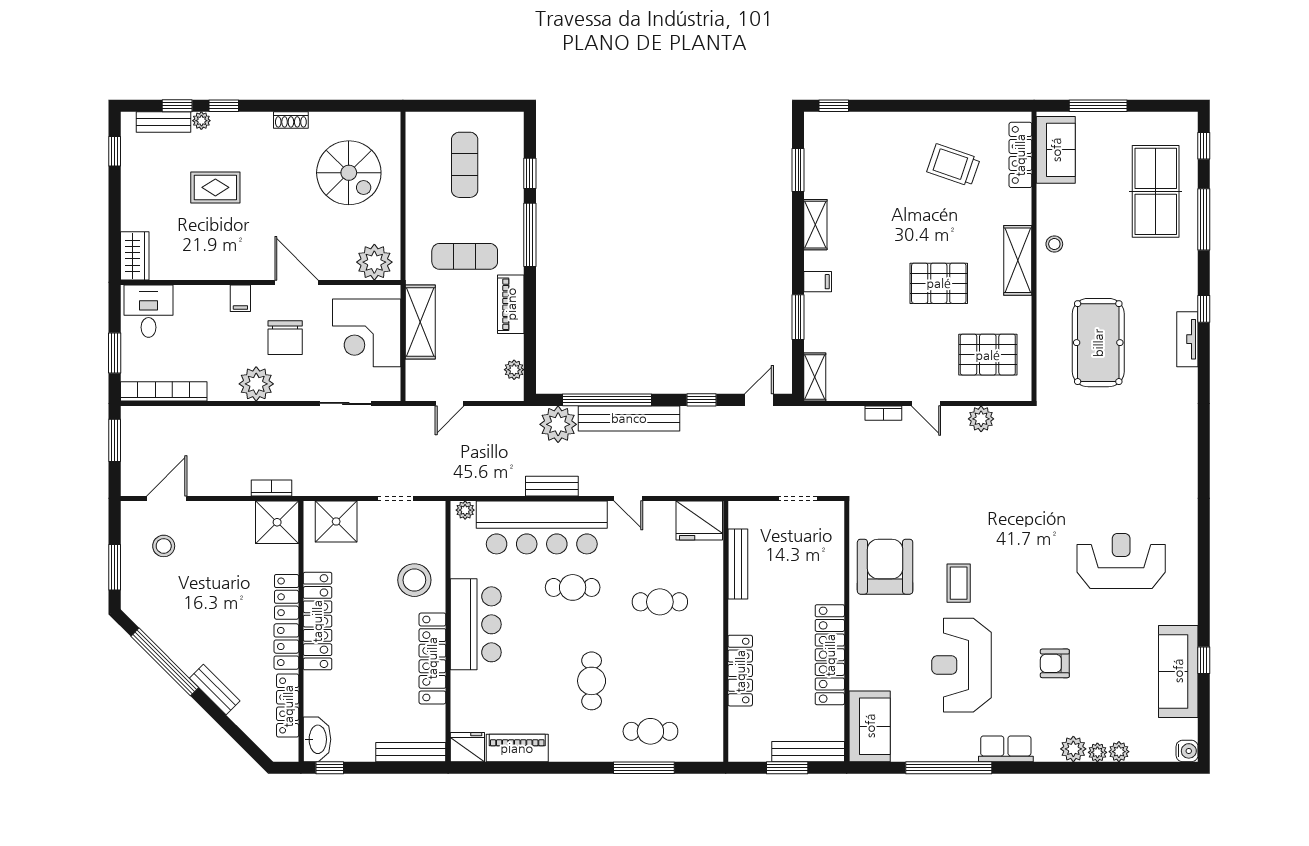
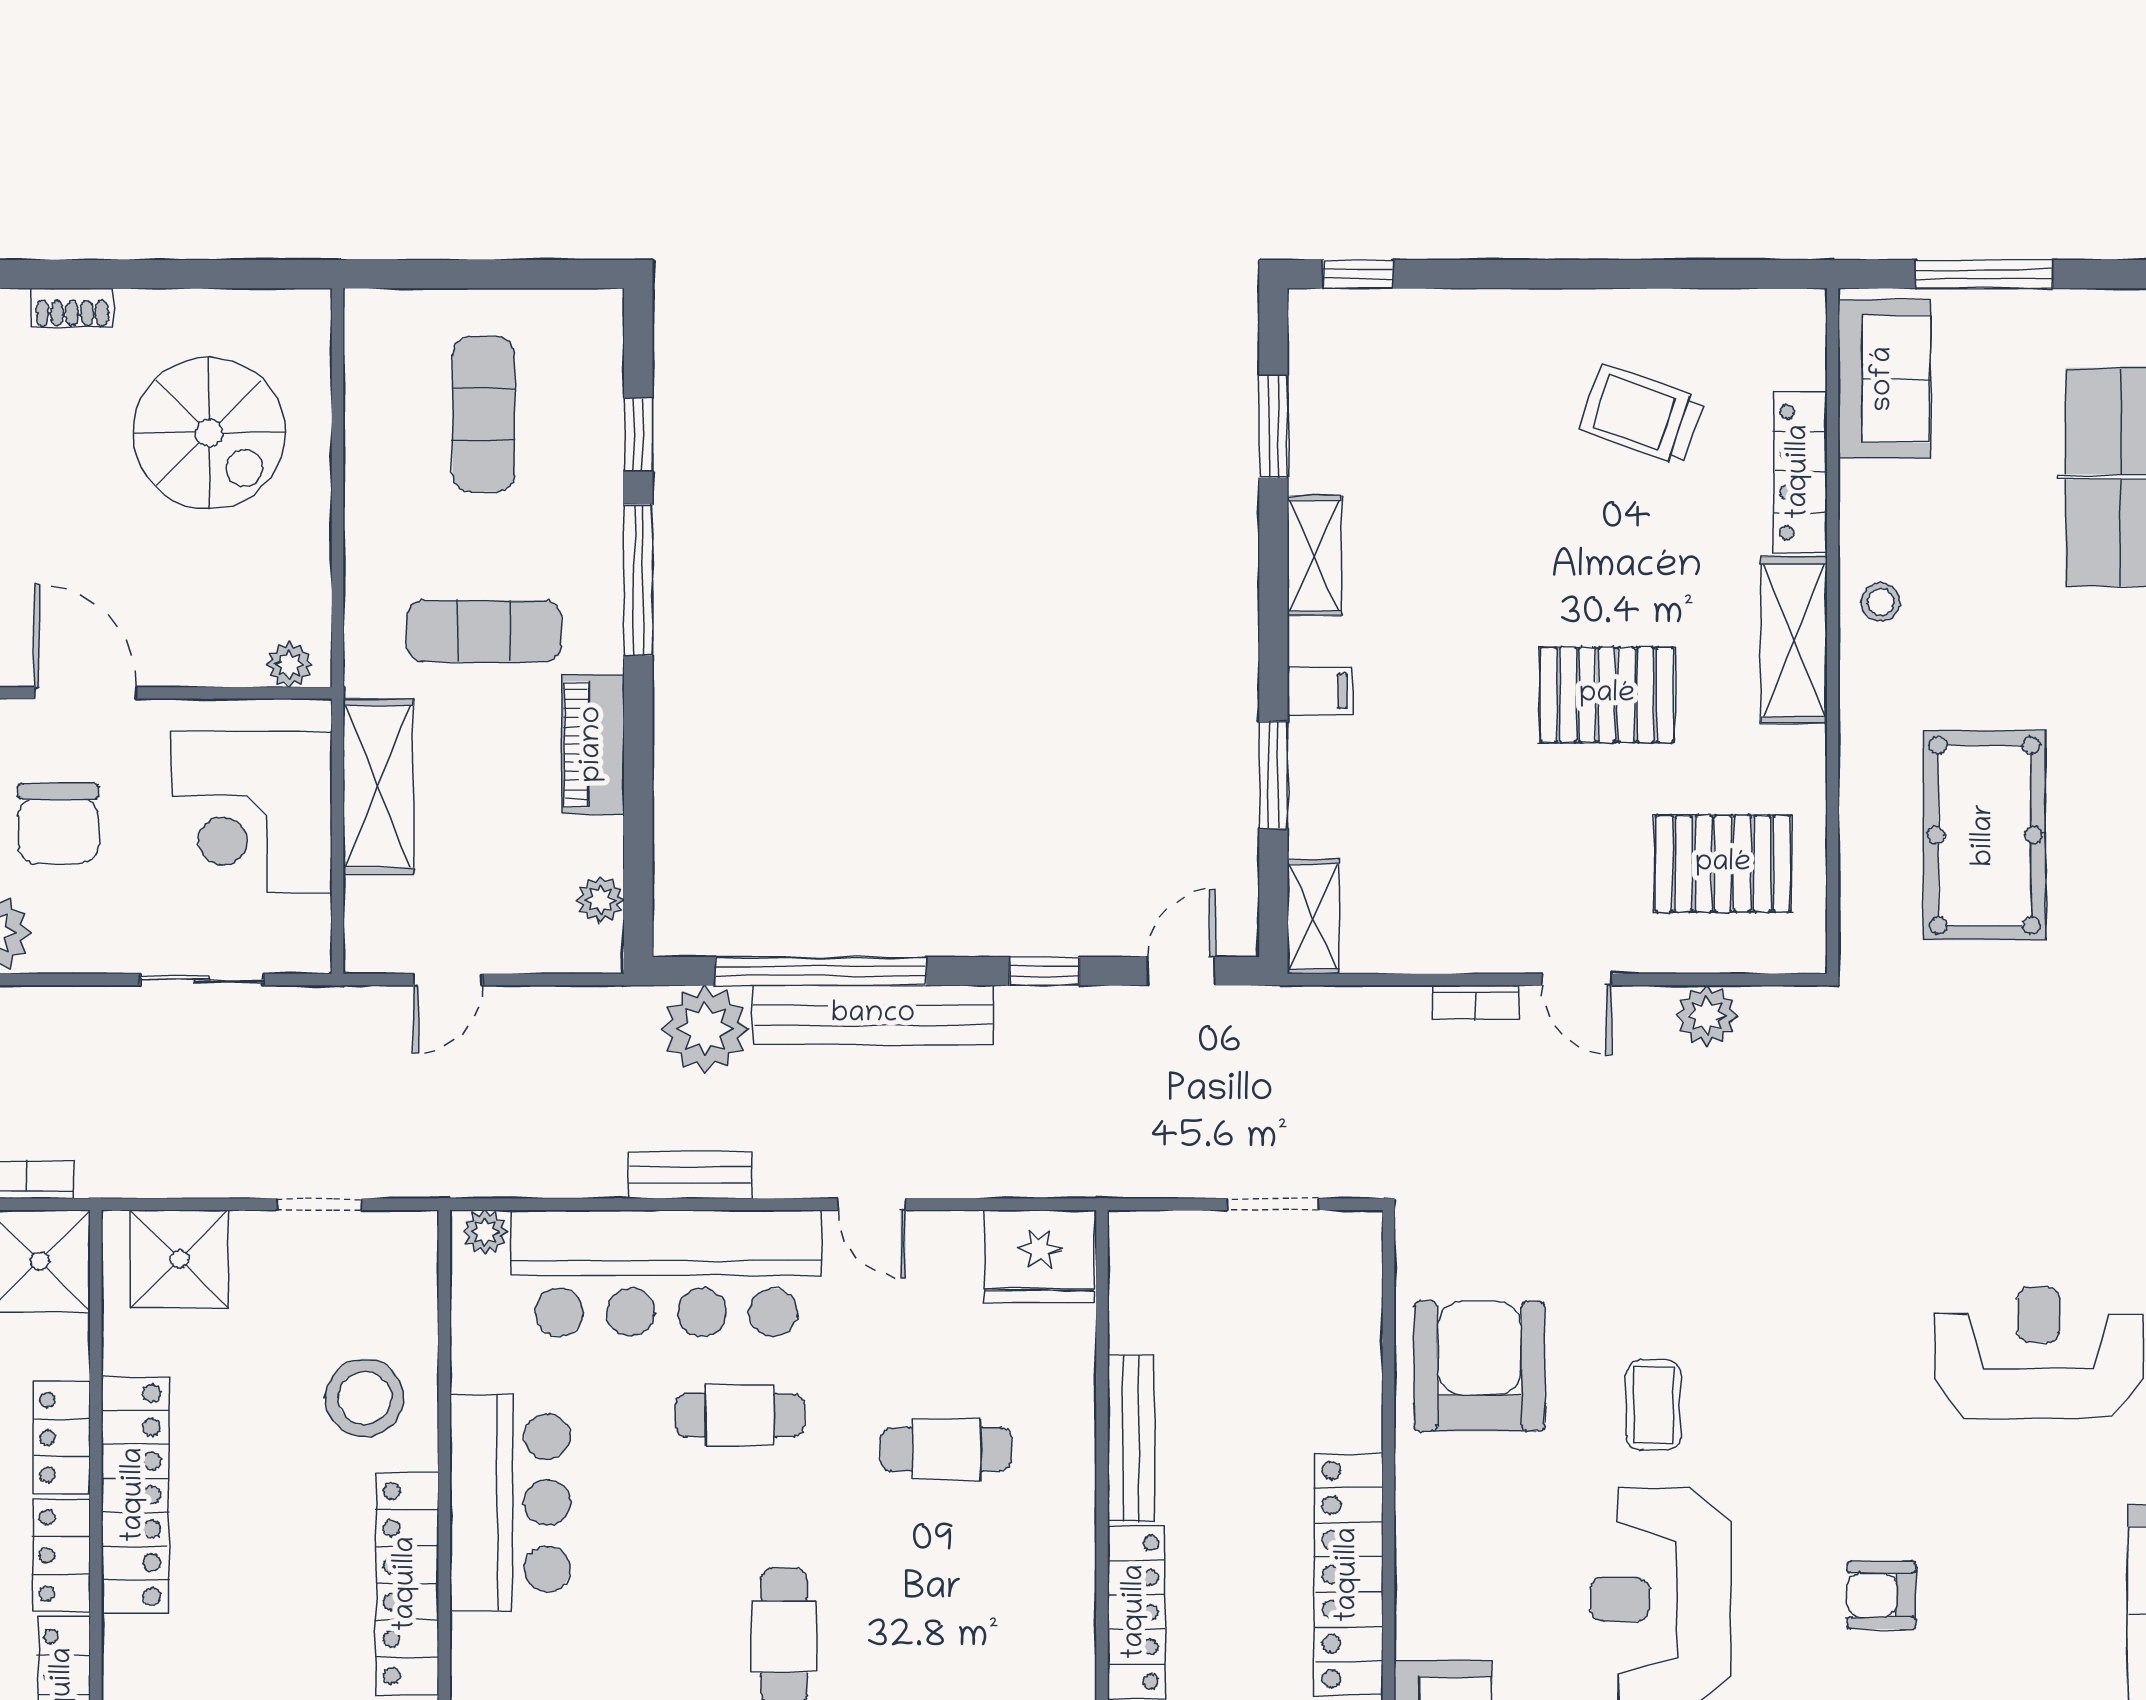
locker: (1020, 155) -> (1800, 472), moved
plant: (374, 262) -> (289, 665), width x0.53, depth x0.53
bench: (738, 564) -> (1131, 1438), moved

